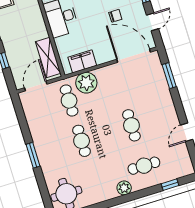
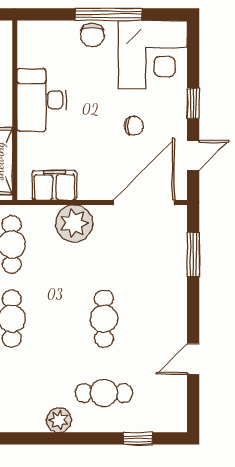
door: (134, 56) -> (144, 202), hinge flipped
plant: (86, 83) -> (74, 223), moved

